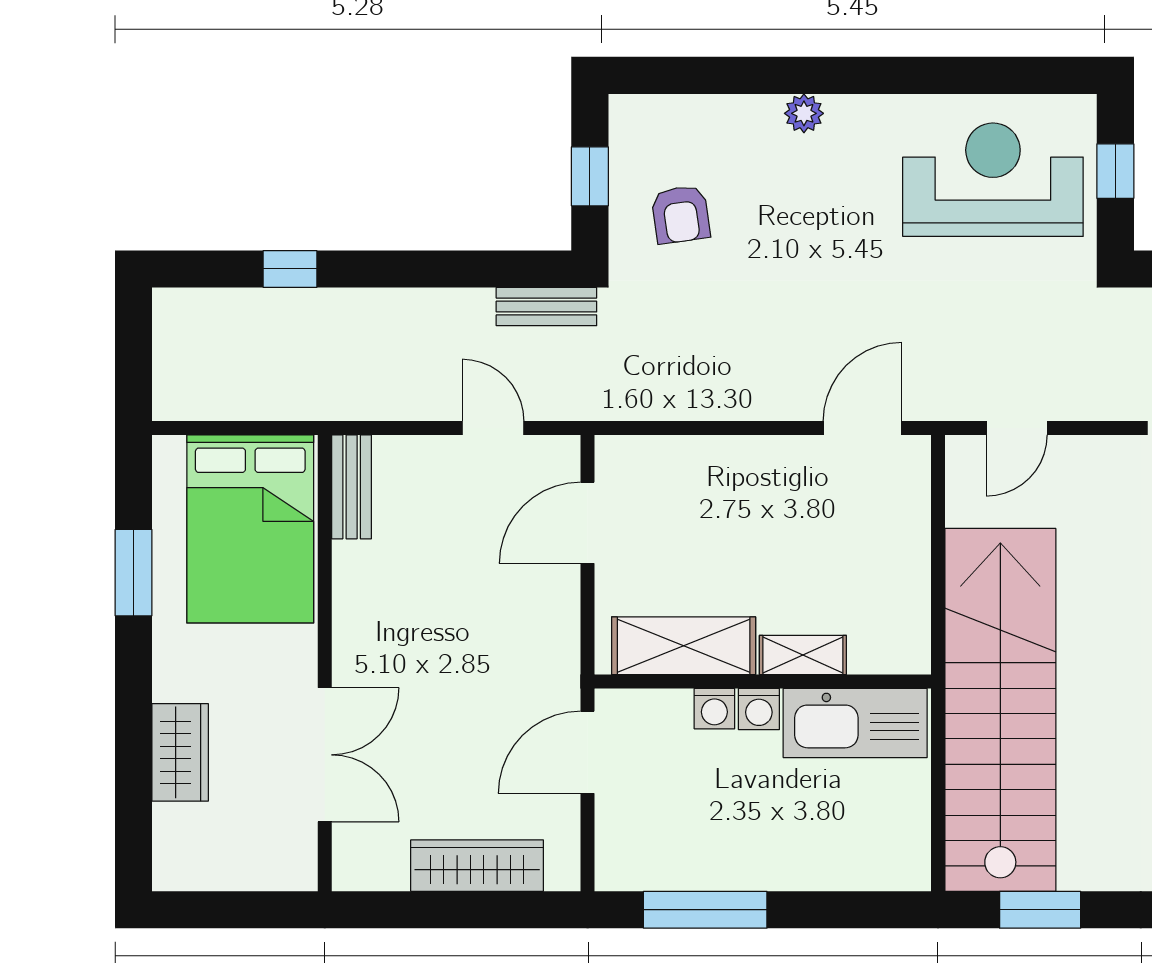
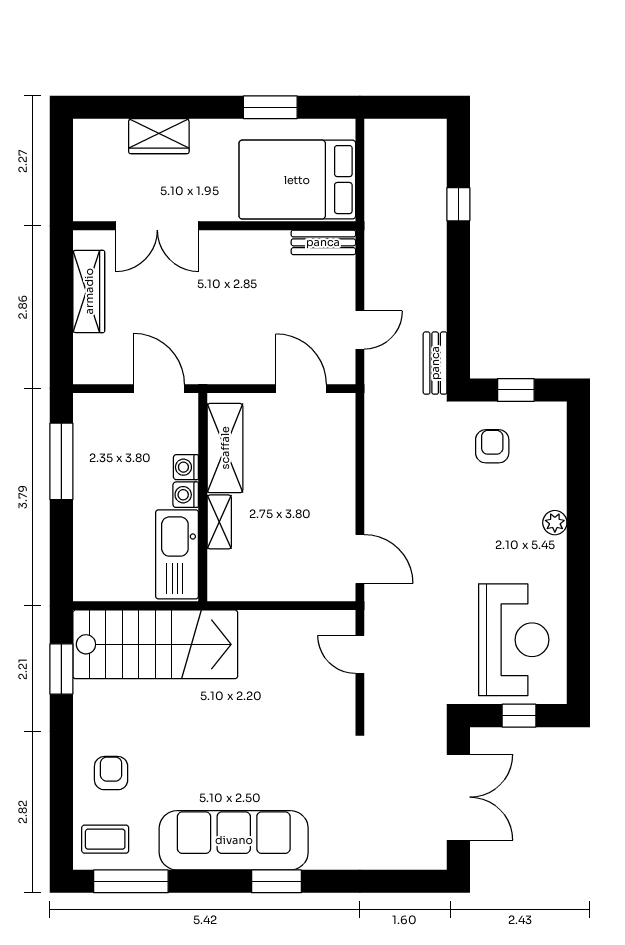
armchair: (681, 214) -> (492, 446), turned 98
stairs: (1000, 710) -> (155, 644), width x0.73
wardrobe: (477, 866) -> (89, 291), moved

